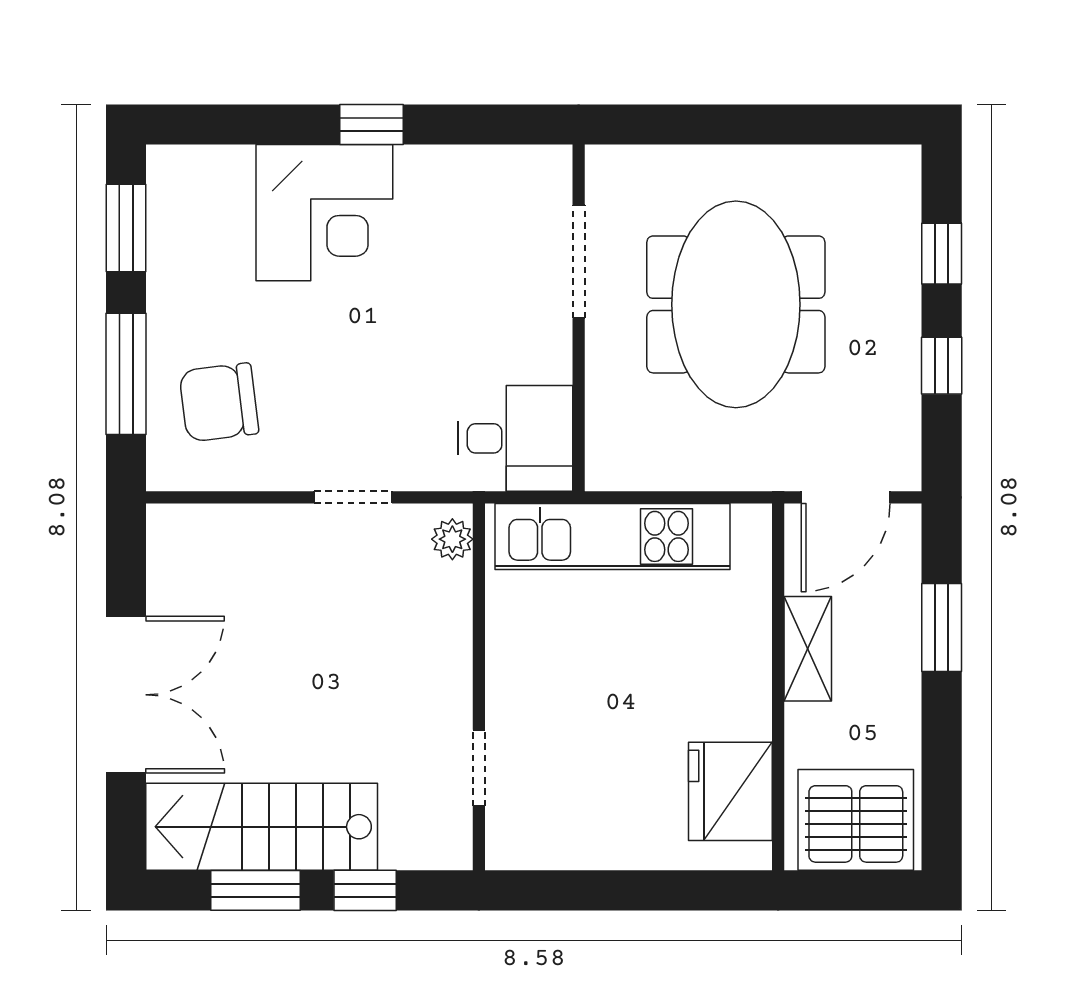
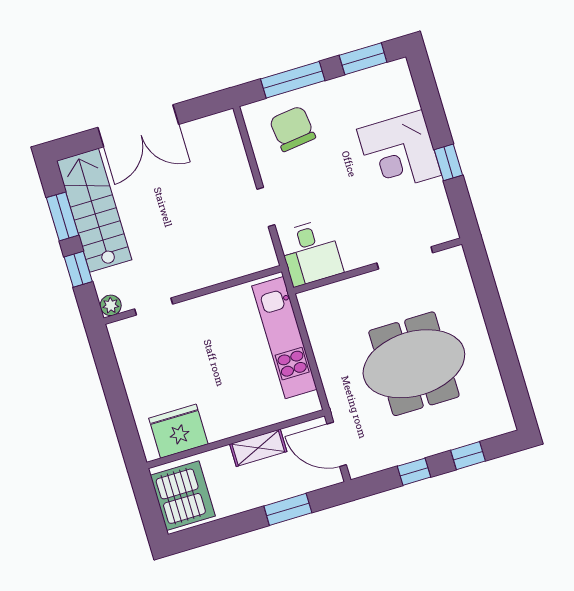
doorway: (579, 262) -> (405, 258), moved
wall: (579, 318) -> (378, 266), moved
desk: (515, 438) -> (311, 253), moved
plant: (452, 539) -> (111, 305), moved

